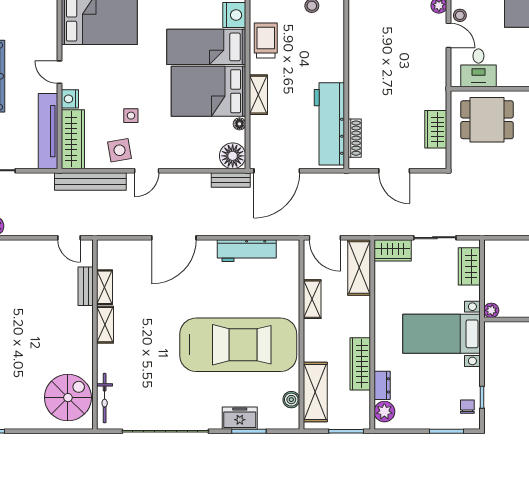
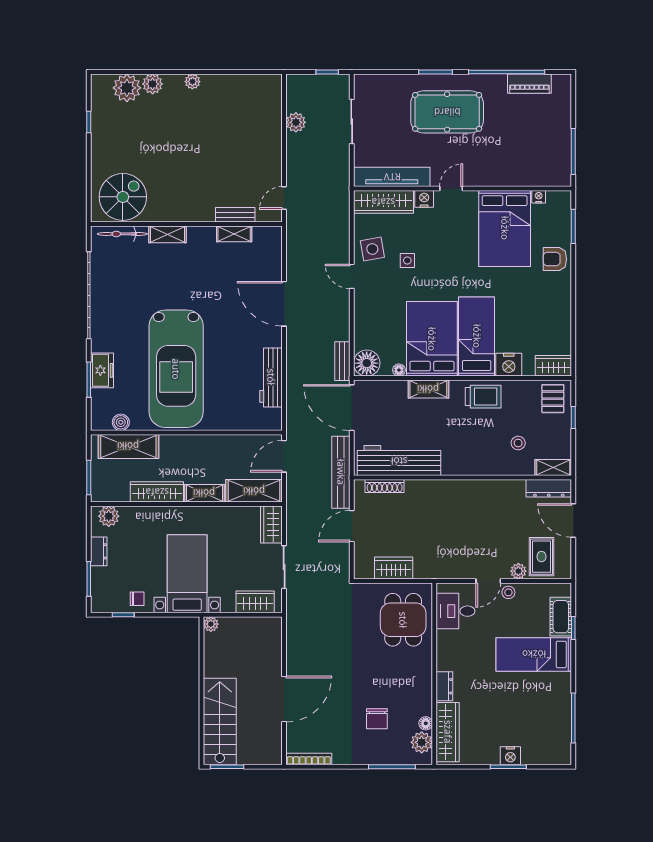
bench: (90, 181) -> (341, 472), moved
shelving: (312, 299) -> (204, 493), moved
shelving: (105, 325) -> (168, 234), moved
dresser: (382, 385) -> (99, 551), moved, turned -90
spiral stairs: (68, 398) -> (123, 197), turned -90
chair: (467, 407) -> (137, 599), moved

